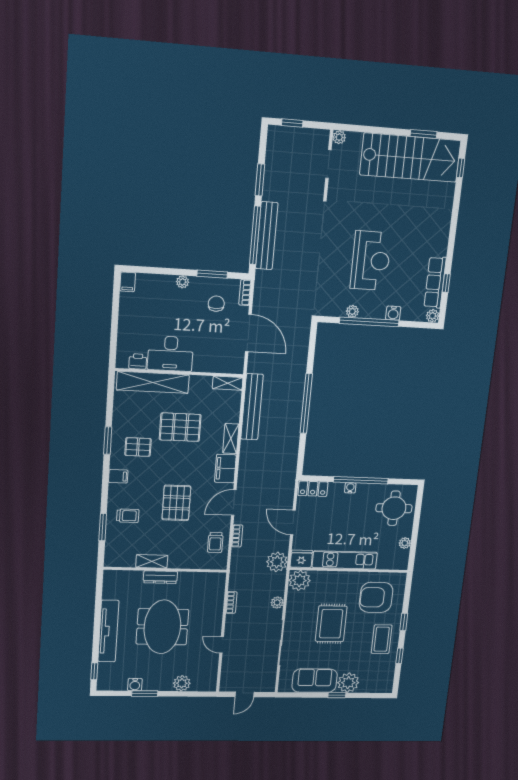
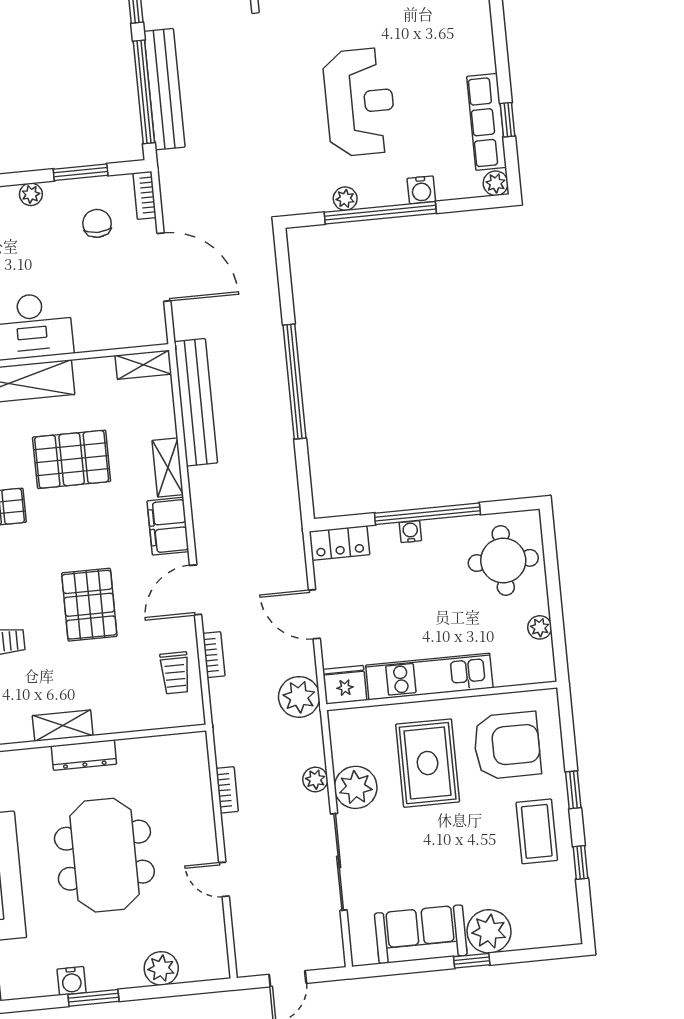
plant: (300, 580) -> (356, 787), moved
armchair: (376, 597) -> (507, 745), turned 180
rug: (331, 624) -> (428, 763), moved

